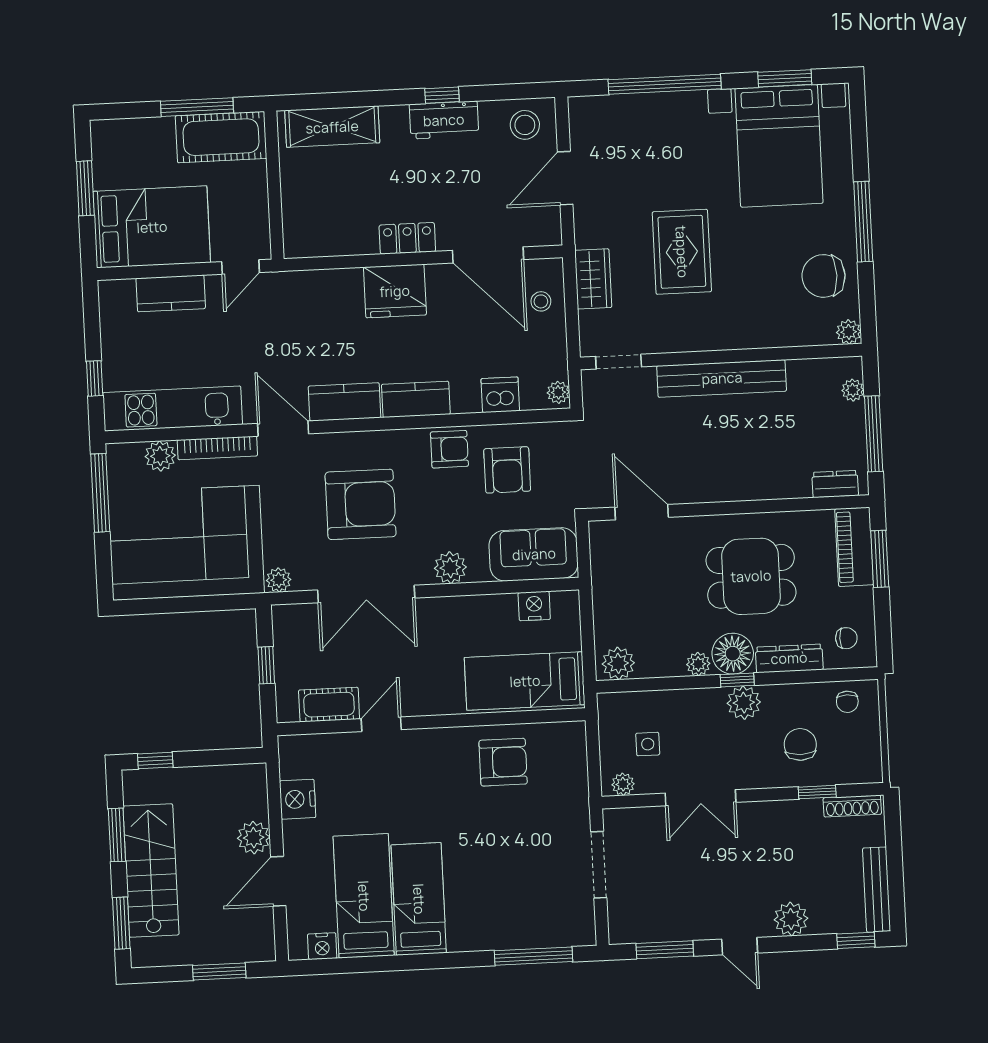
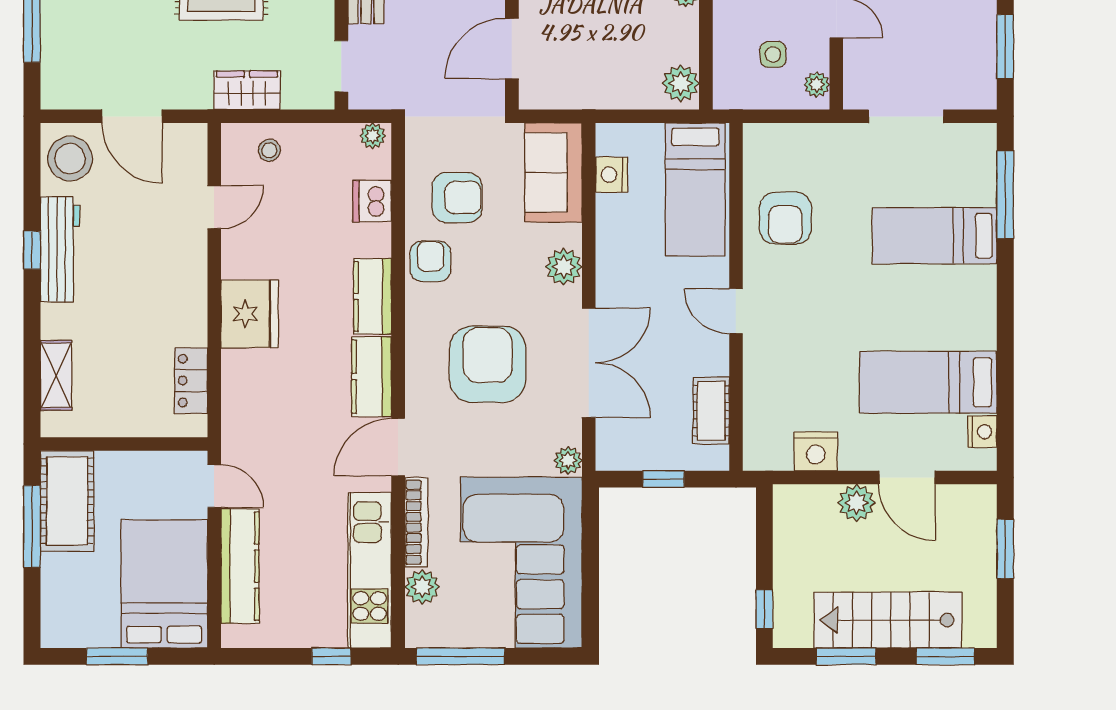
workbench: (444, 120) -> (60, 249), width x1.38
stool: (525, 125) -> (70, 159), width x1.38, depth x1.38
shelving: (332, 127) -> (56, 375), width x0.67, depth x0.75
locker: (407, 238) -> (191, 381), moved
door: (488, 255) -> (214, 207), width x0.53
kitchen counter: (171, 293) -> (240, 566), width x1.50
door: (381, 724) -> (736, 311), moved
armchair: (503, 762) -> (785, 218), turned 180
bed: (419, 899) -> (934, 236), moved

